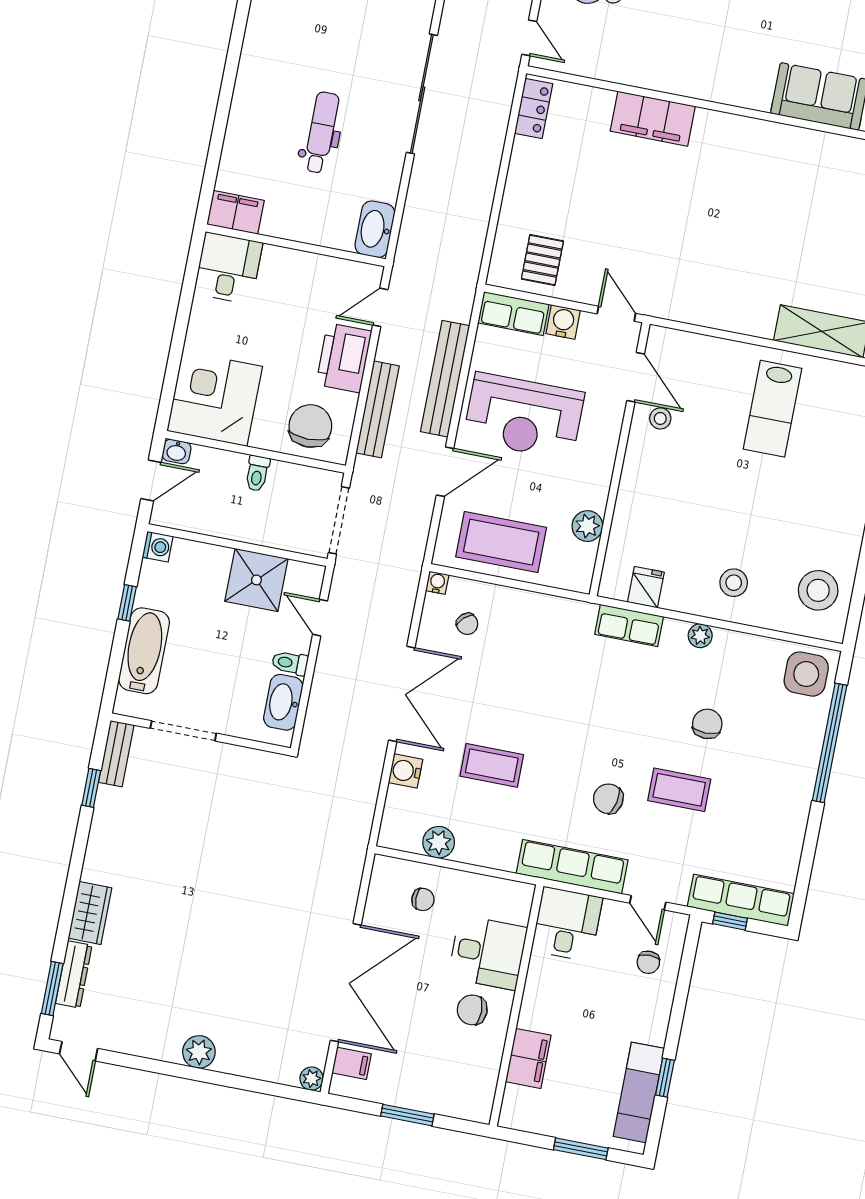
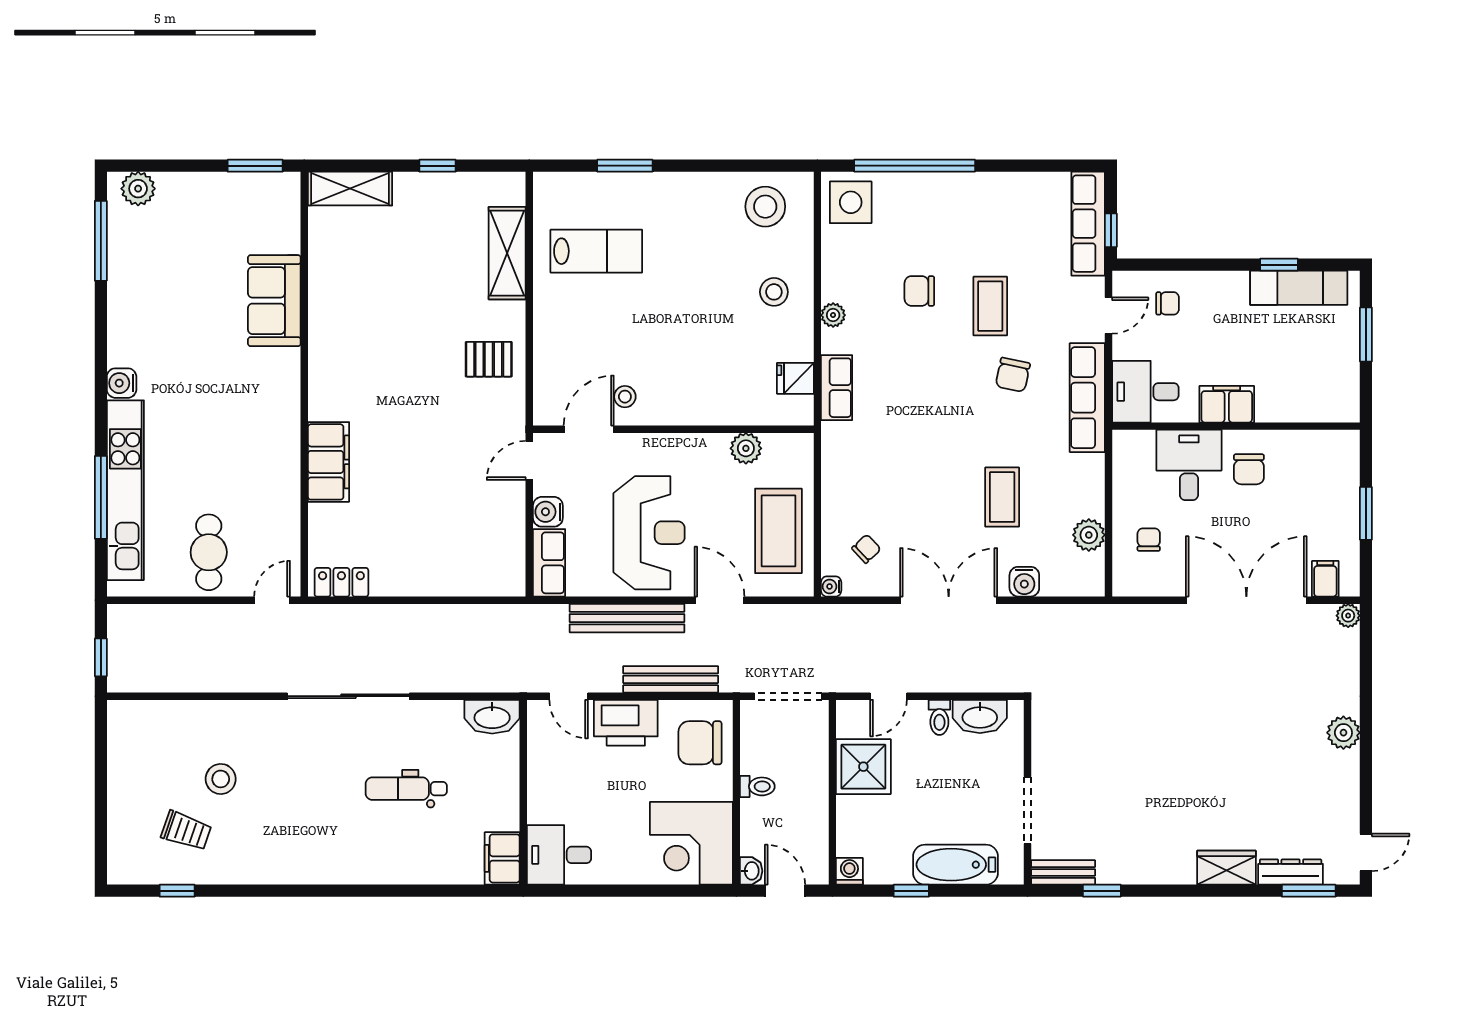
pallet: (542, 260) -> (489, 359), moved
lab bench: (773, 409) -> (596, 251), moved
filing cabinet: (528, 1058) -> (1227, 404), moved

